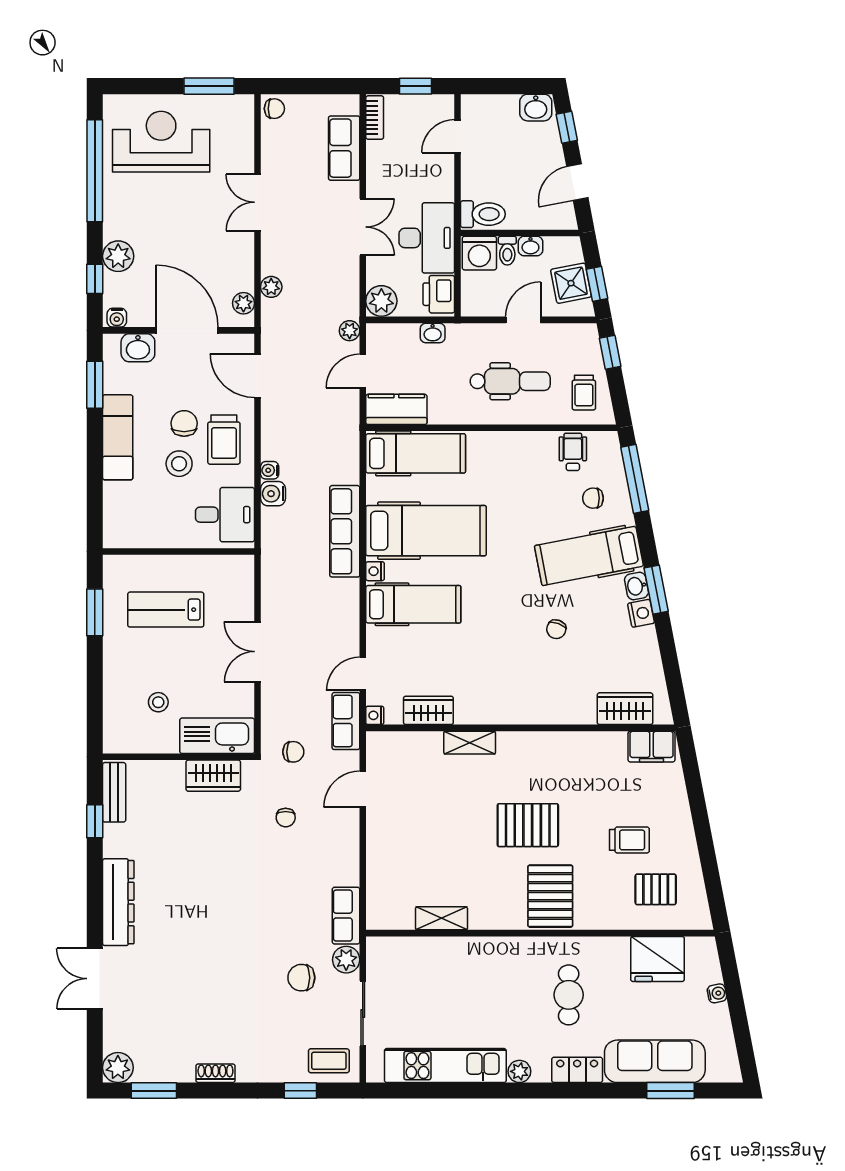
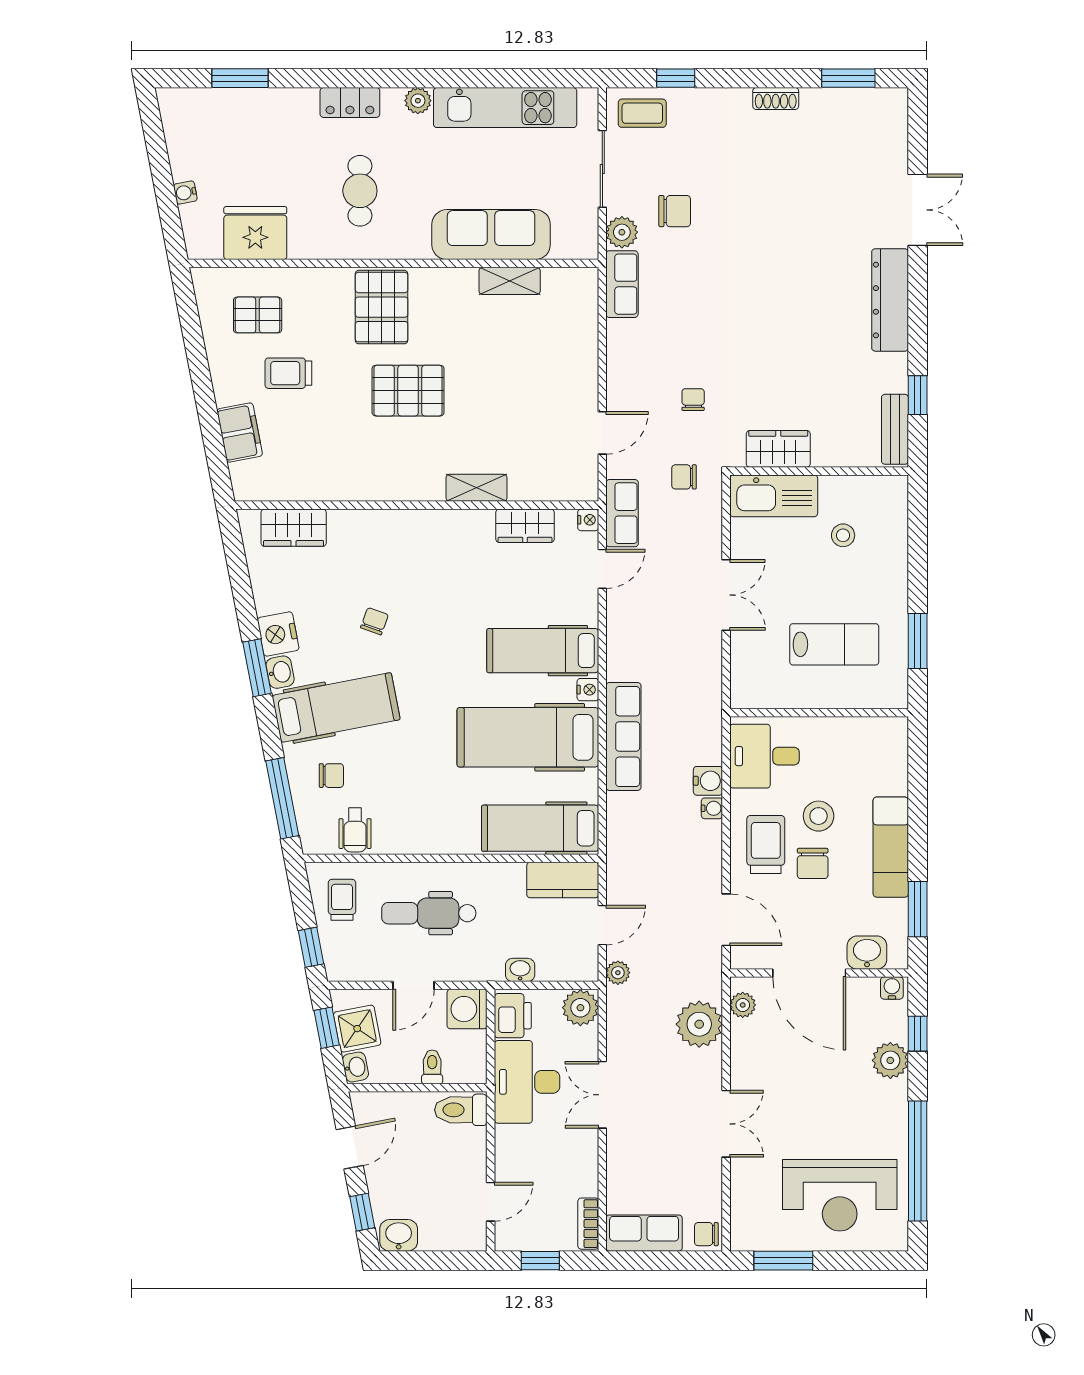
row of seats: (344, 148) -> (644, 1233), moved, turned -90
washbasin: (530, 246) -> (355, 1067), moved, turned 79
washing machine: (479, 253) -> (467, 1009), moved, turned -90
plant: (271, 287) -> (699, 1024), width x1.88, depth x1.88
nightstand: (641, 613) -> (278, 634), width x1.36, depth x1.33
filing cabinet: (652, 747) -> (240, 433), moved, turned 79
sofa: (655, 1061) -> (491, 235), moved, turned 180
plant: (118, 1068) -> (891, 105), removed

